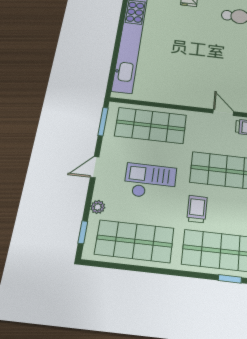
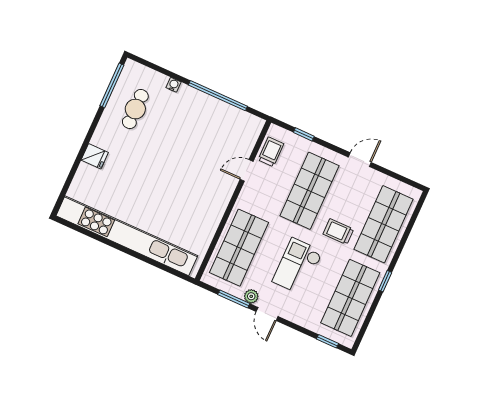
window: (103, 122) -> (234, 299), moved
plant: (98, 207) -> (251, 296), moved
window: (230, 279) -> (385, 281), moved

